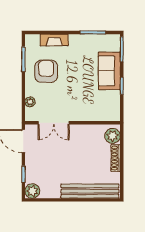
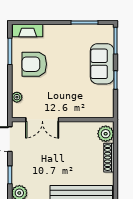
fireplace: (54, 40) -> (28, 31), moved
armchair: (46, 71) -> (34, 64), turned -90

